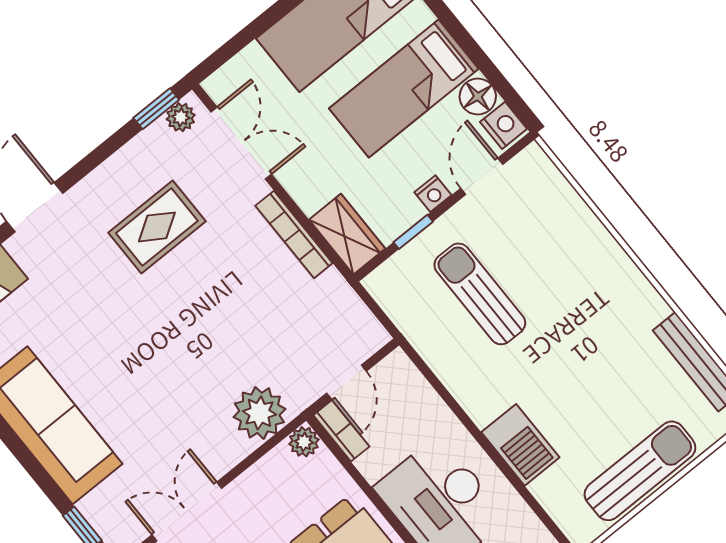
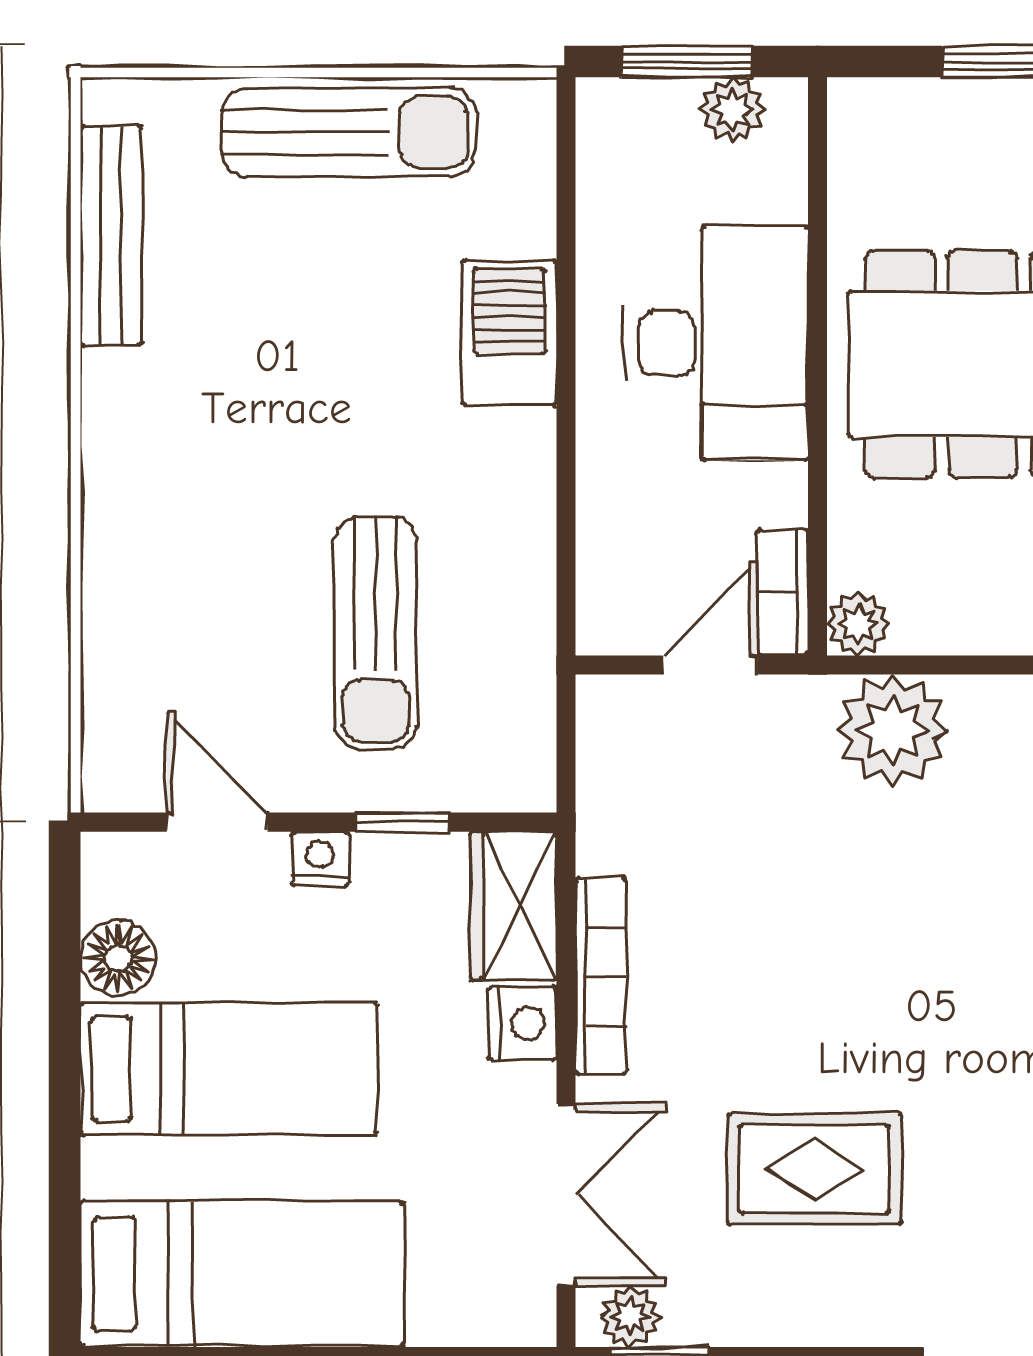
nightstand: (504, 125) -> (523, 1023), moved, turned 180
double door: (241, 143) -> (566, 1195), swing flipped
door: (482, 176) -> (217, 822), swing flipped
sun lounger: (640, 471) -> (348, 132), turned 180

